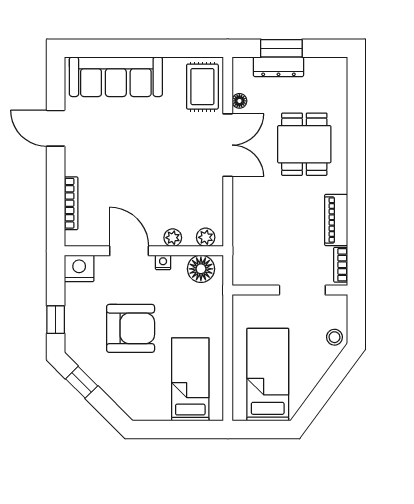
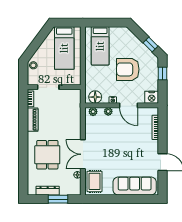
dresser: (278, 67) -> (48, 191), moved

